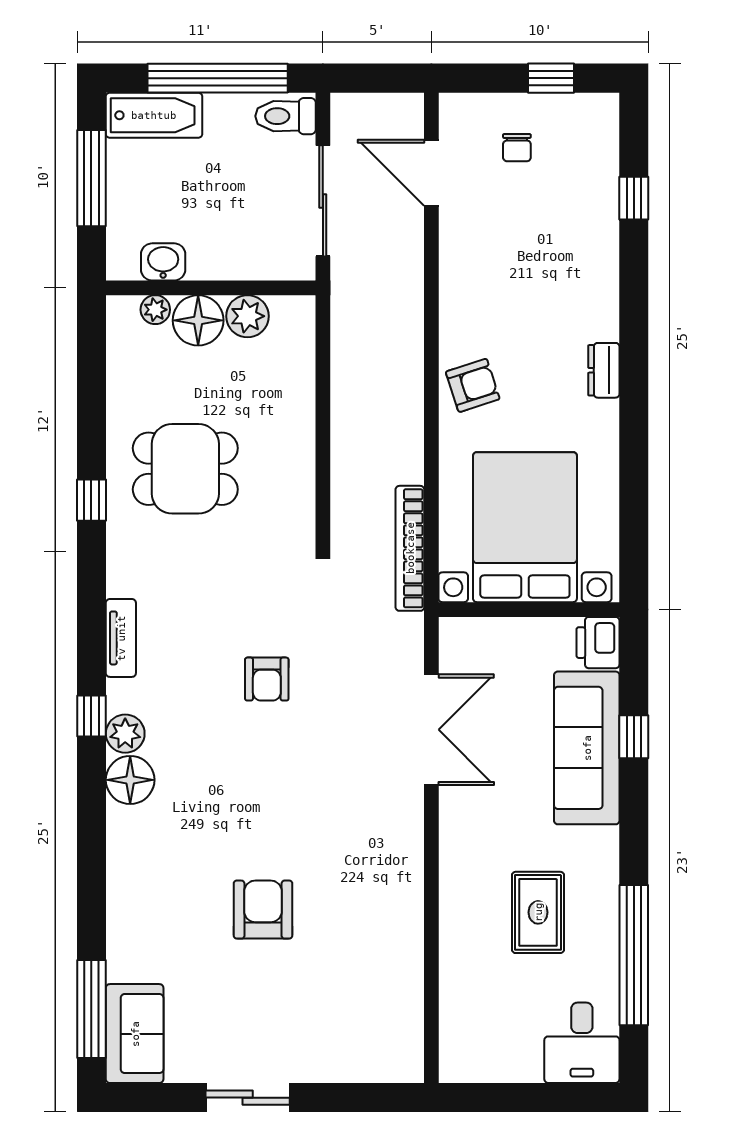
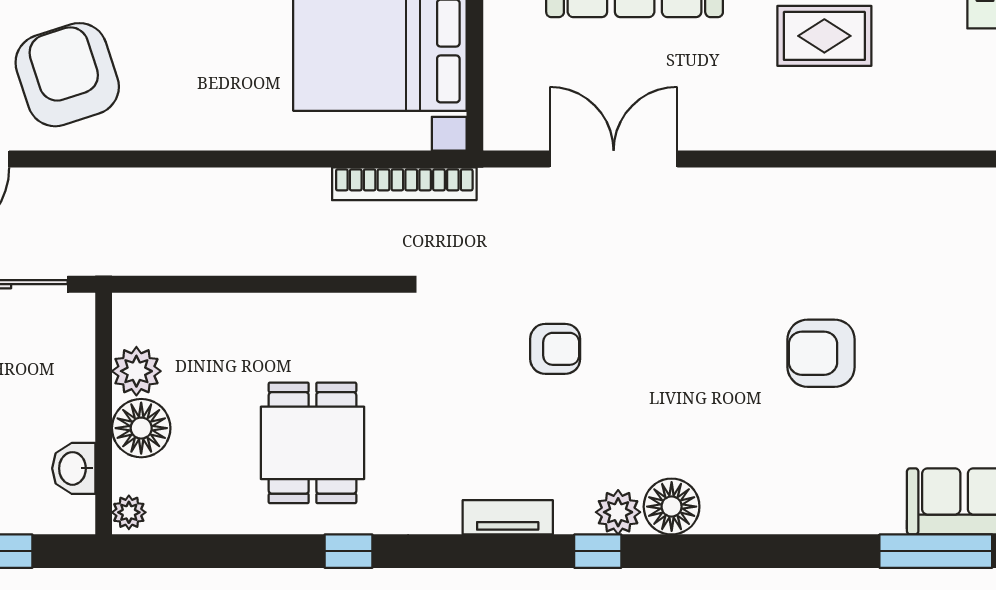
plant: (155, 310) -> (129, 512), moved
armchair: (473, 385) -> (67, 75), moved, width x1.88, depth x1.88

